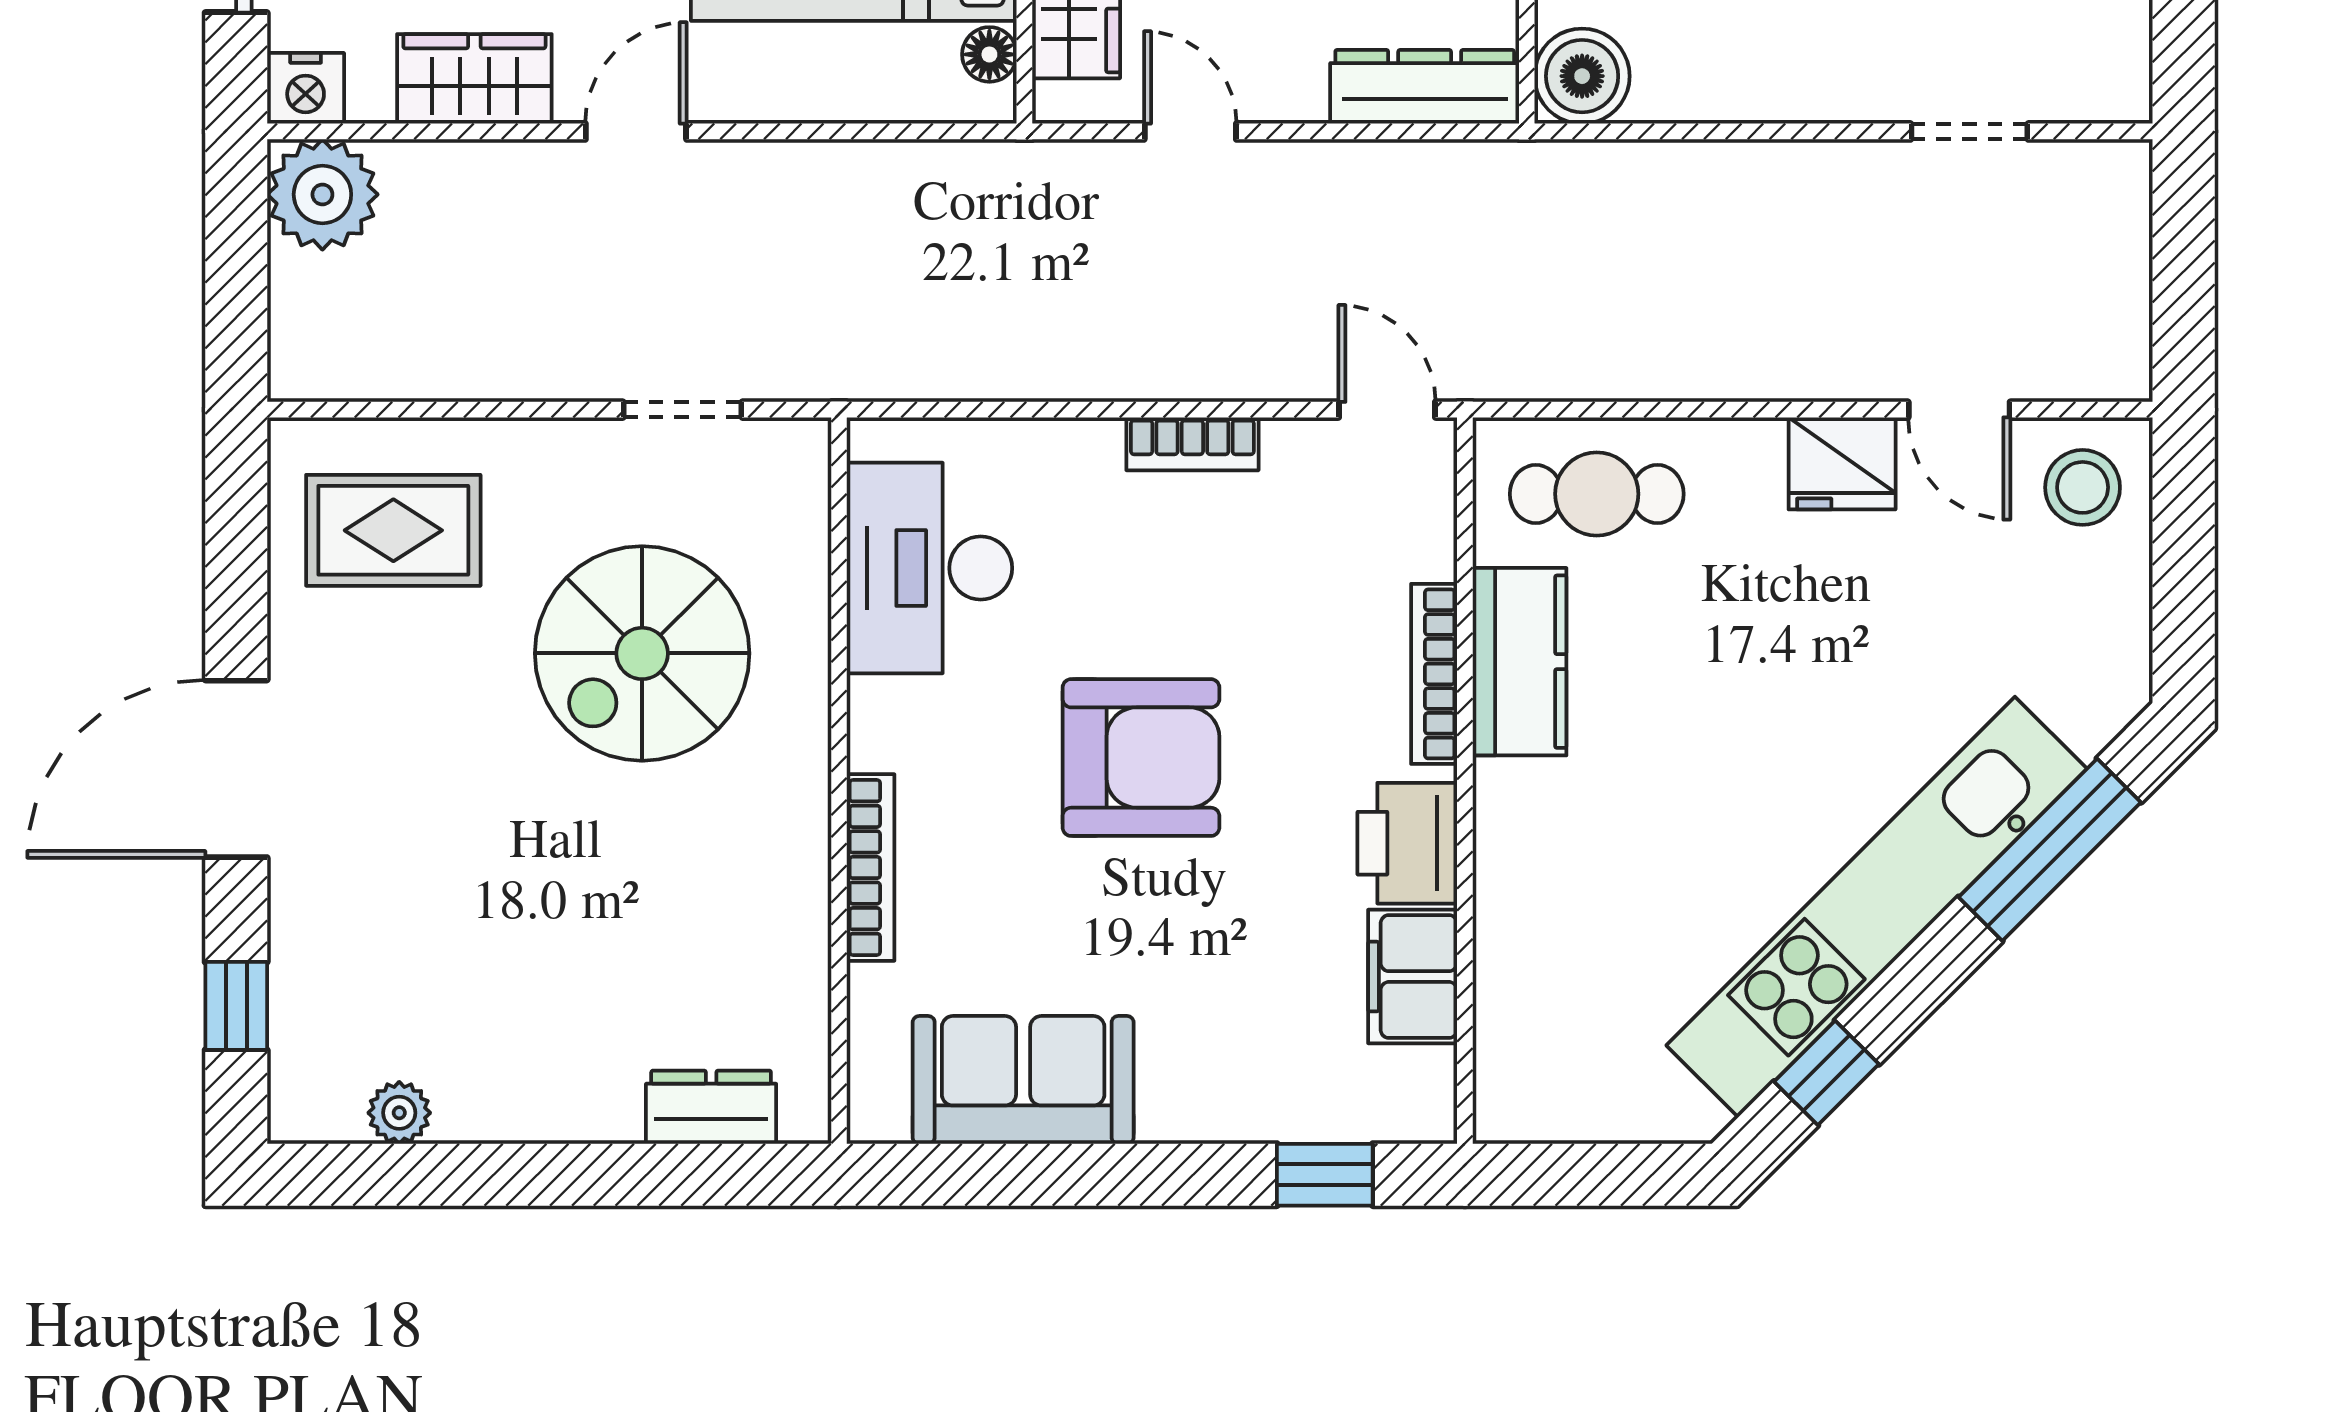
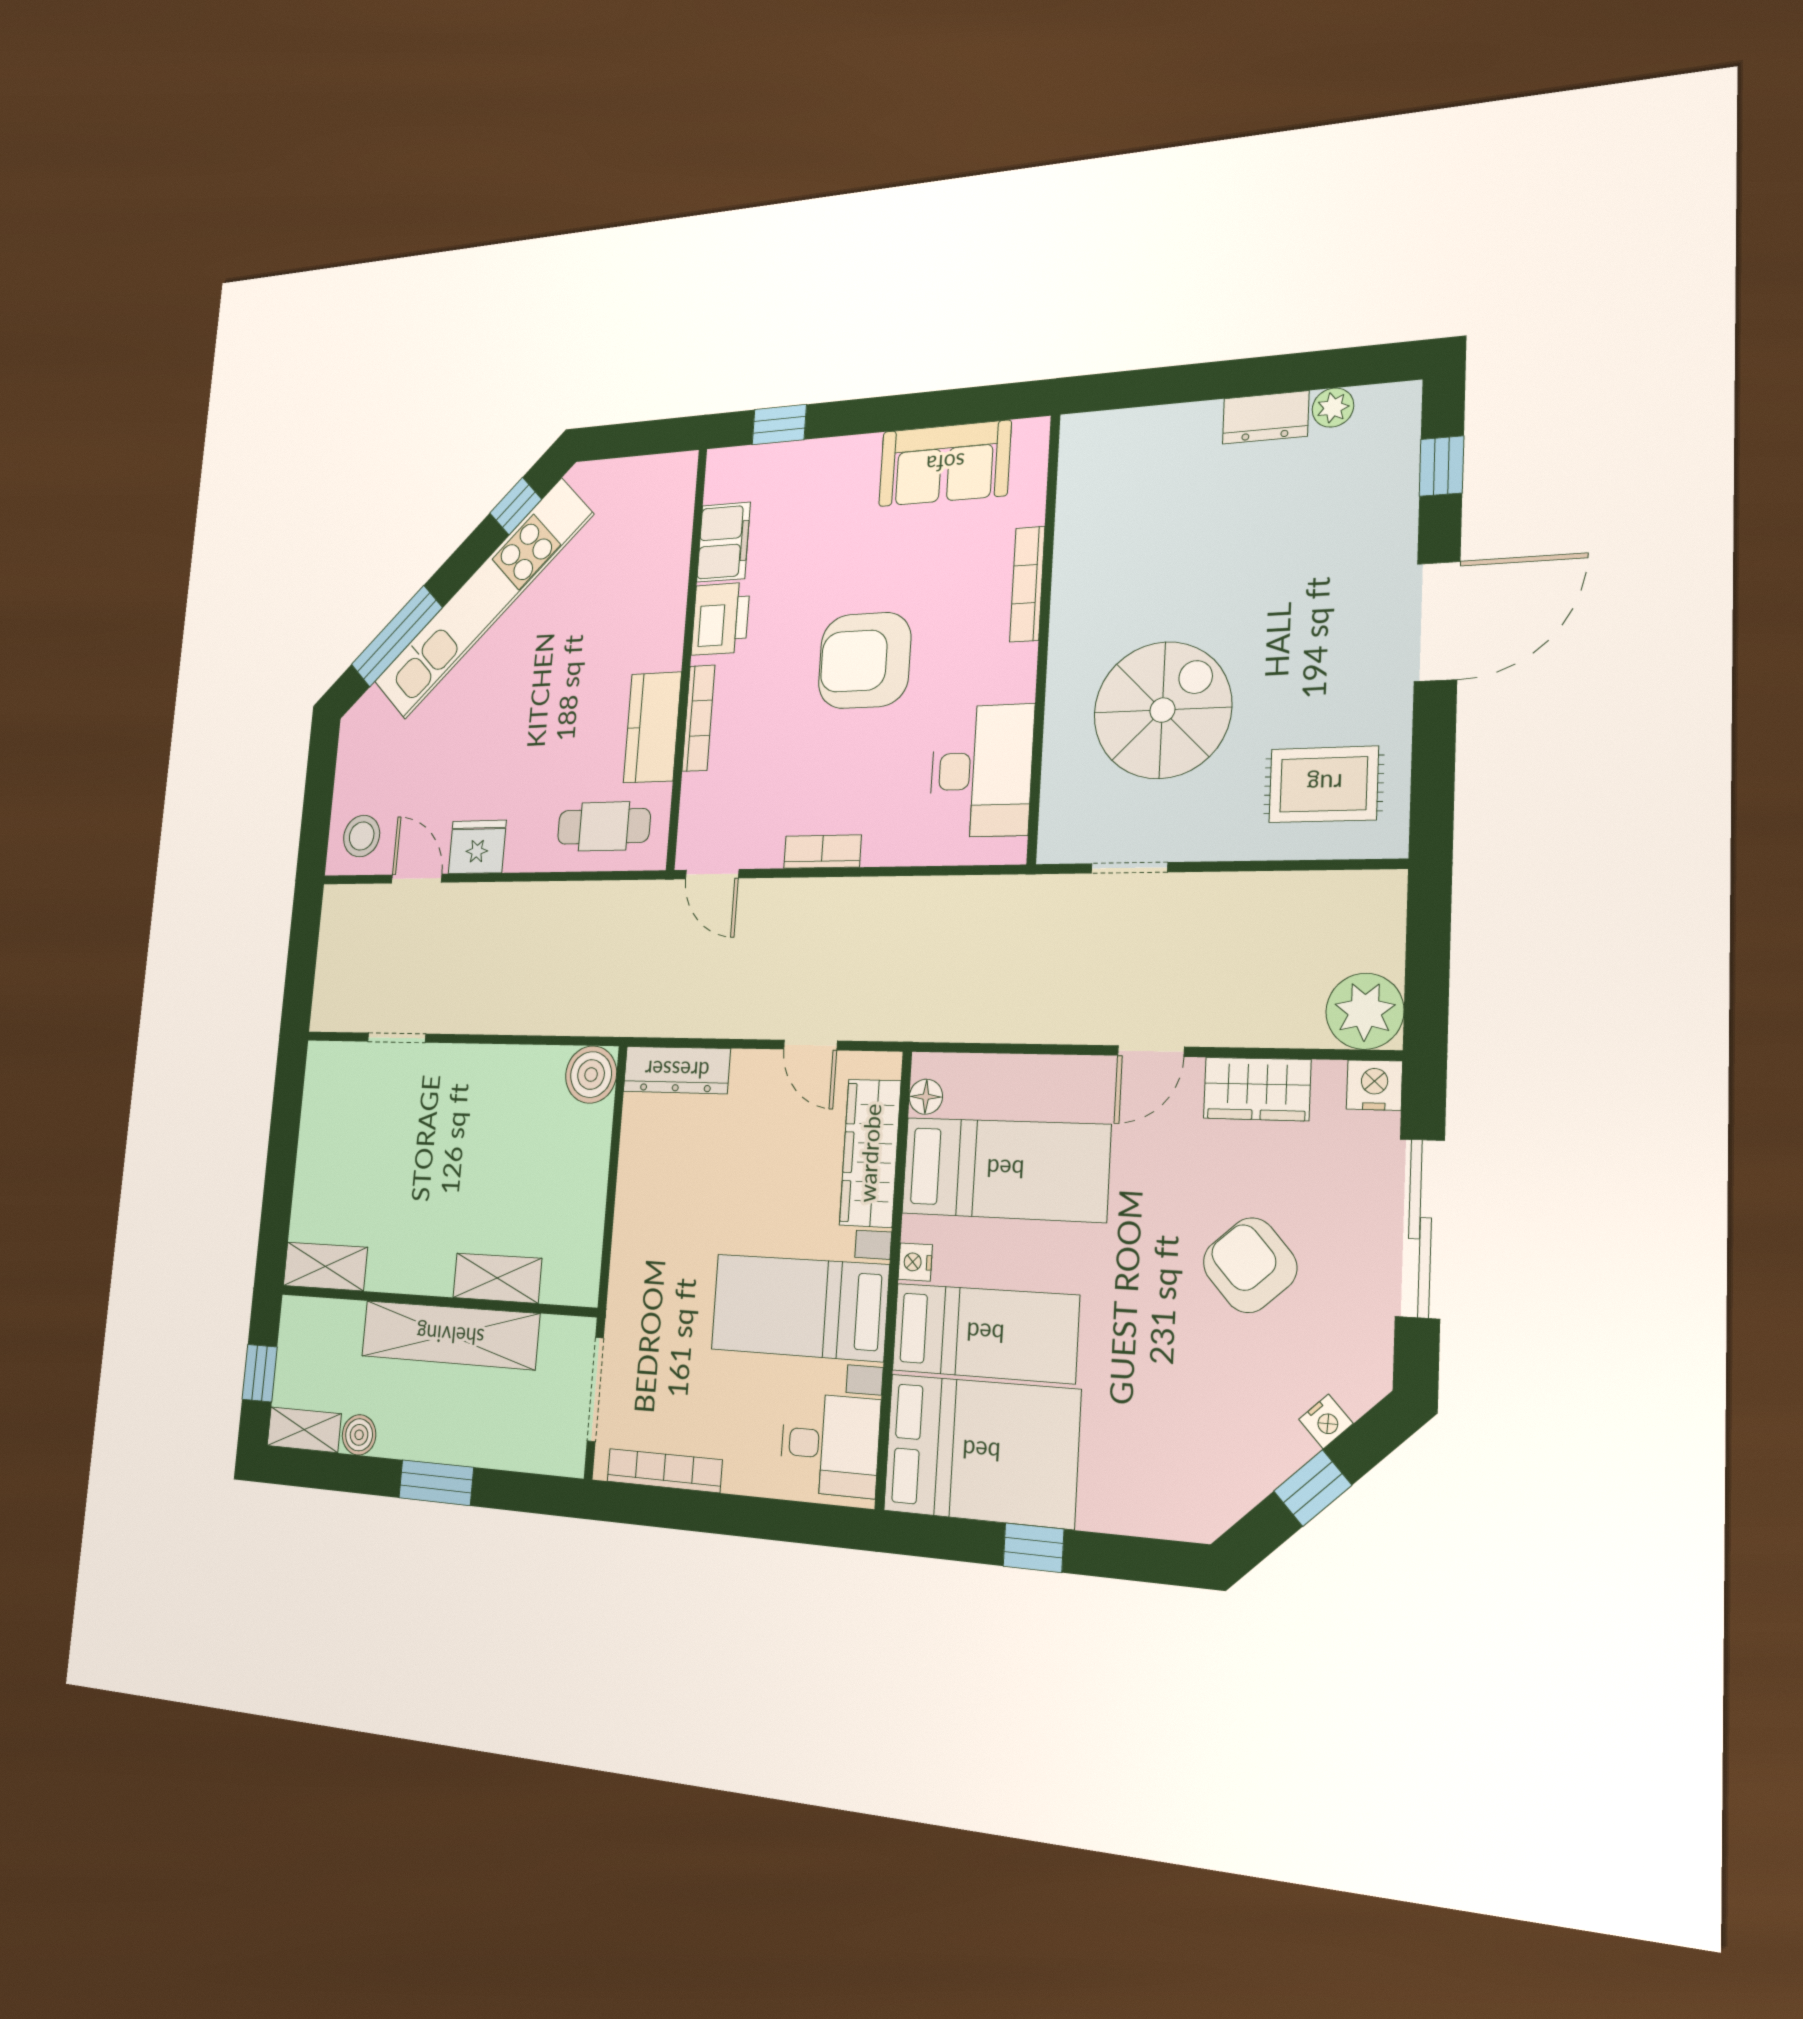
dresser: (711, 1107) -> (1266, 417), moved

